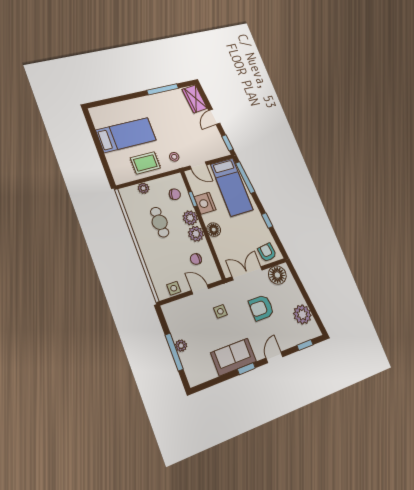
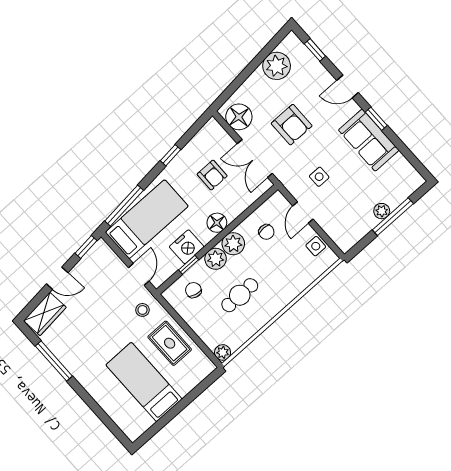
plant: (143, 188) -> (223, 352), moved
armchair: (267, 252) -> (212, 175), moved, turned -83

